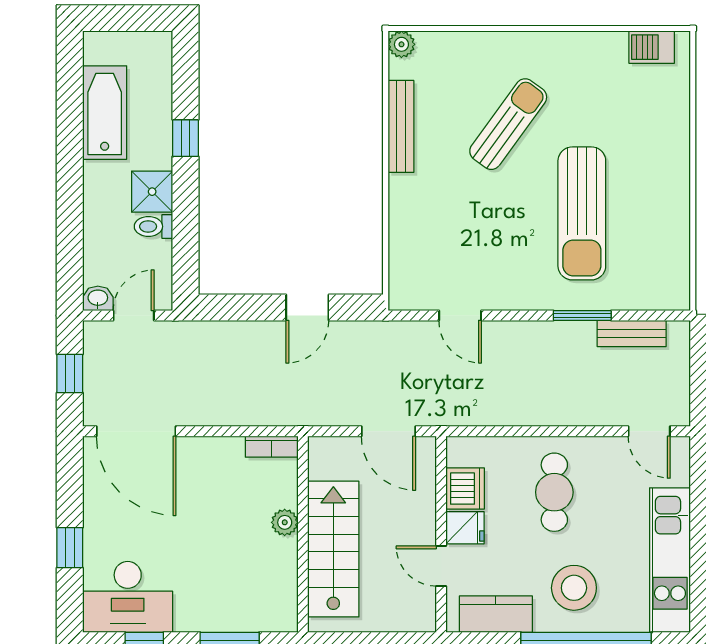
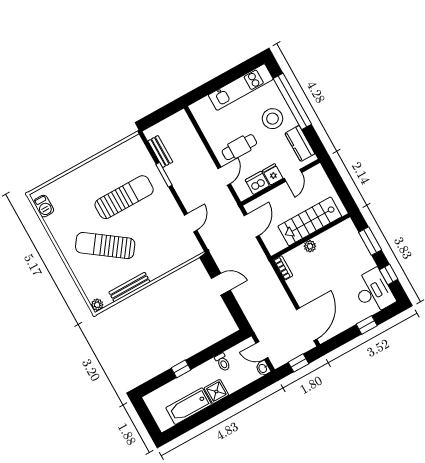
sun lounger: (508, 124) -> (105, 246), width x1.36, depth x1.34
shower: (152, 192) -> (216, 391), moved
door: (649, 431) -> (224, 176), moved

